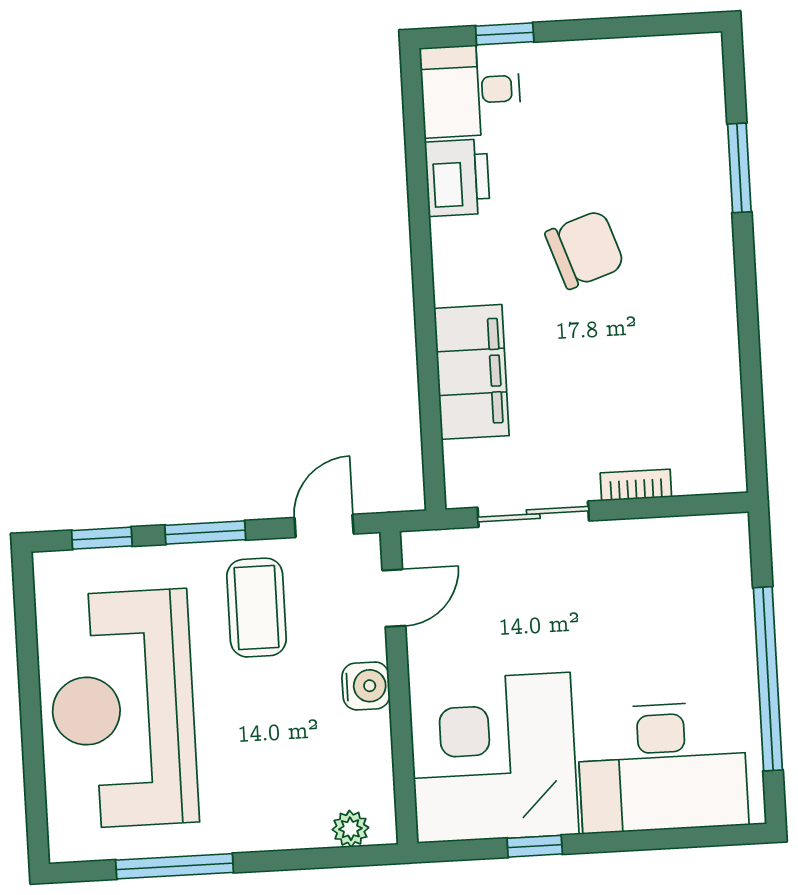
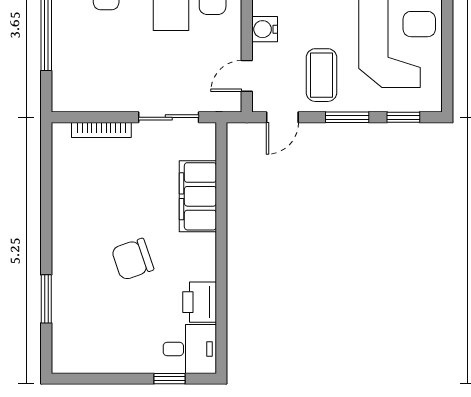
bookcase: (636, 485) -> (101, 130), width x1.56

